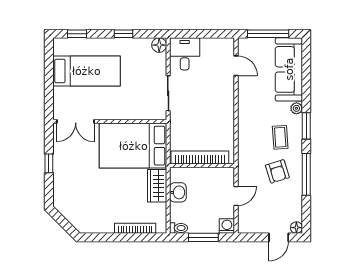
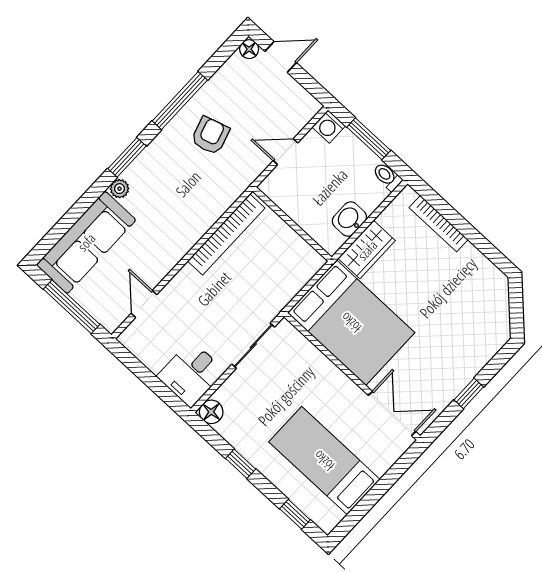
coffee table: (280, 137) -> (170, 172), removed
bookcase: (200, 157) -> (226, 235), moved, turned -90

